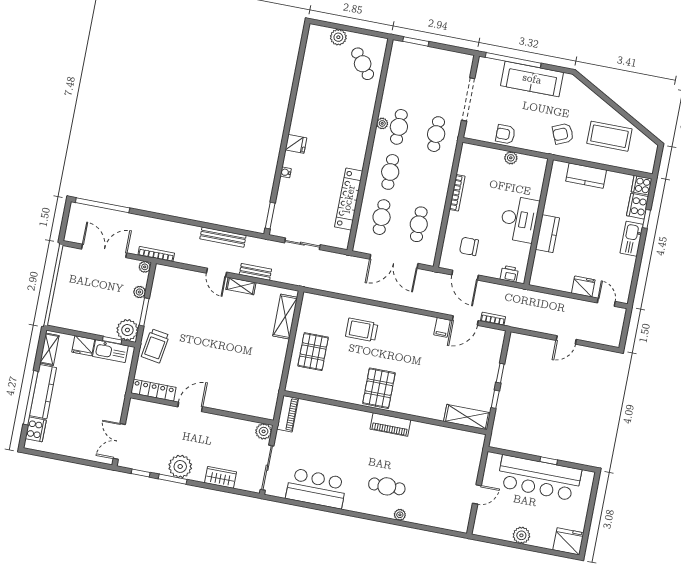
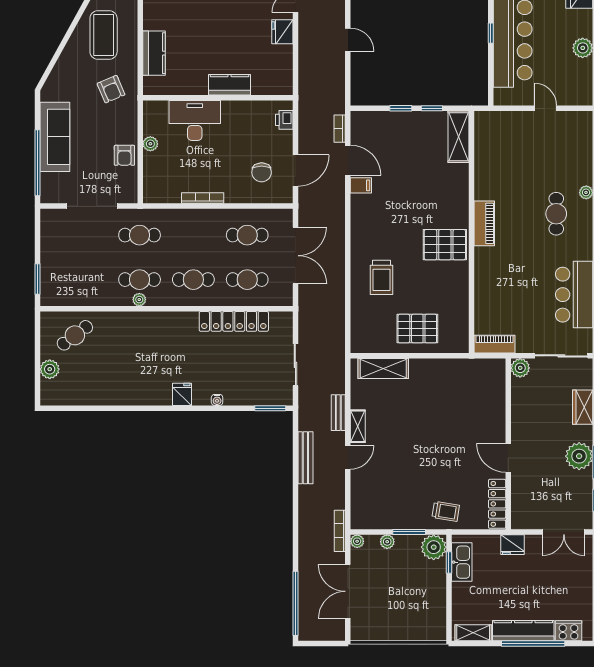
desk: (519, 219) -> (195, 120), moved
fridge: (83, 346) -> (513, 545), moved, turned 90
trolley: (155, 346) -> (446, 511), width x0.73, depth x0.72

